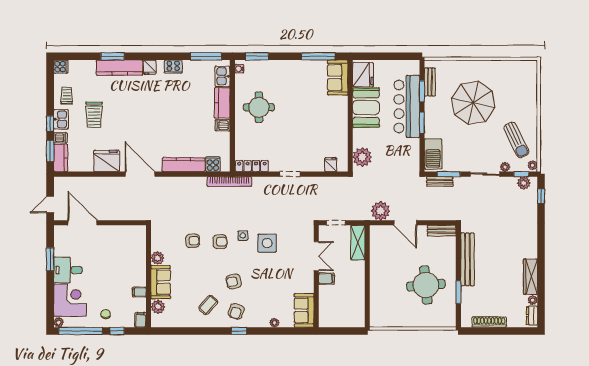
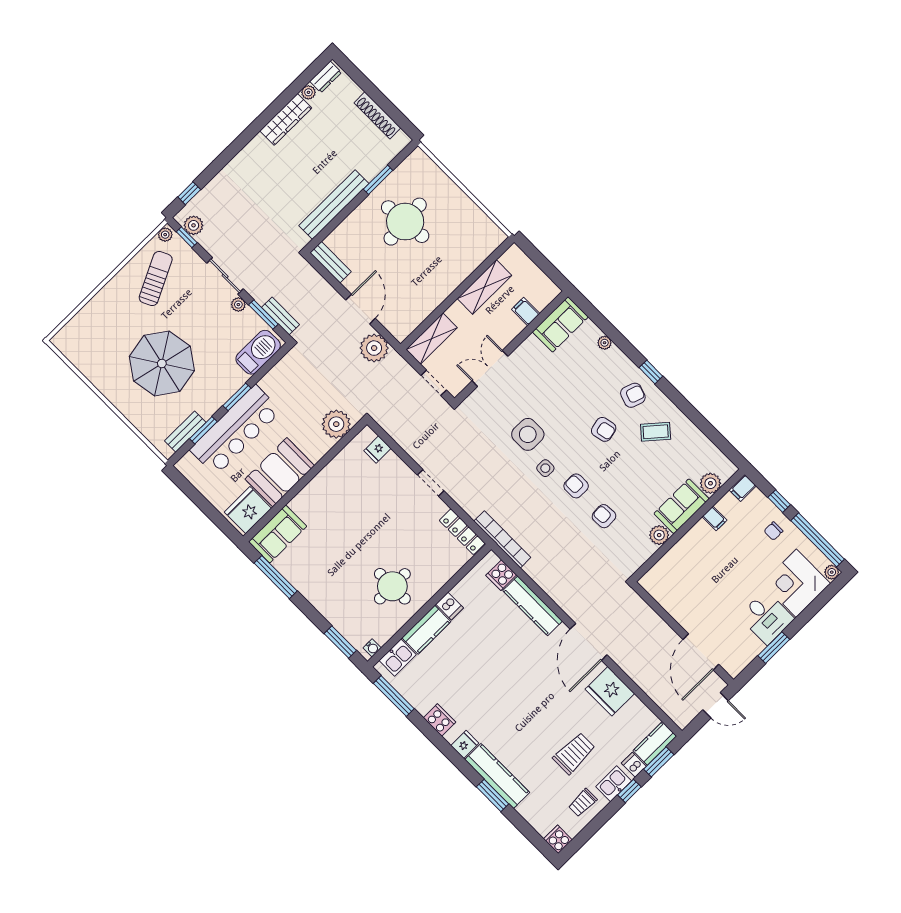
plant: (505, 167) -> (238, 305), moved
filing cabinet: (326, 279) -> (526, 311), moved
shelving: (357, 292) -> (484, 287), added

